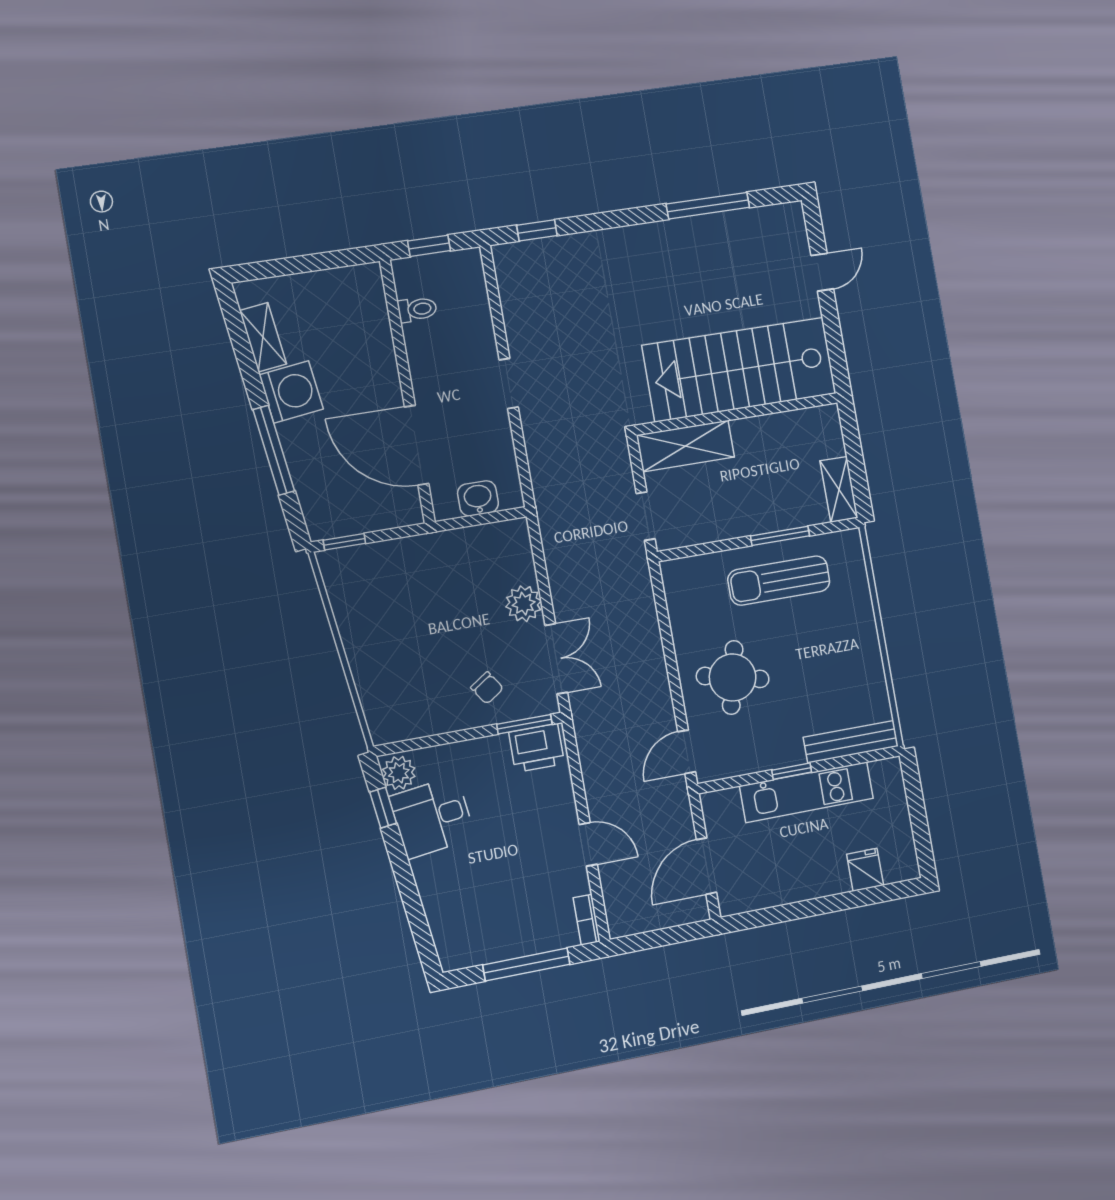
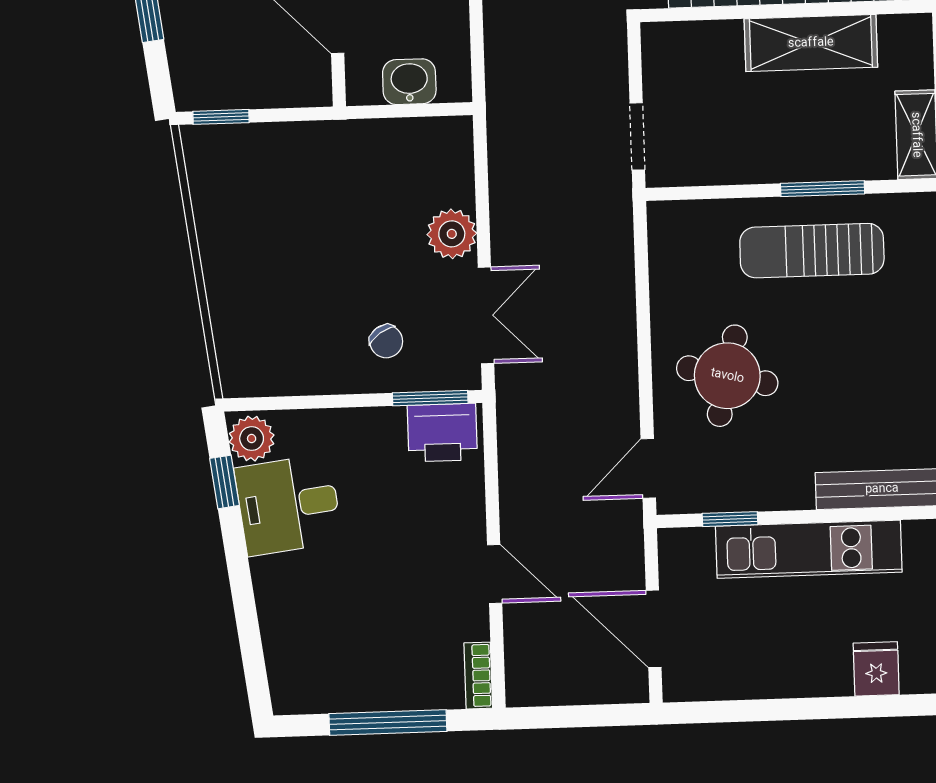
shelving: (685, 446) -> (811, 43), moved
window: (792, 771) -> (730, 519), moved
door: (706, 866) -> (654, 629), hinge flipped

